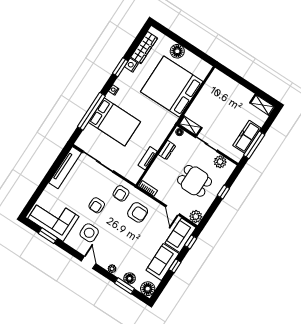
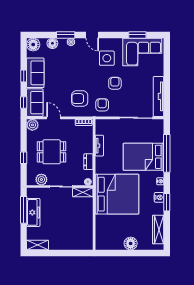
nightstand: (131, 65) -> (159, 197), moved
bed: (172, 87) -> (117, 194), moved
window: (125, 286) -> (66, 35), moved

